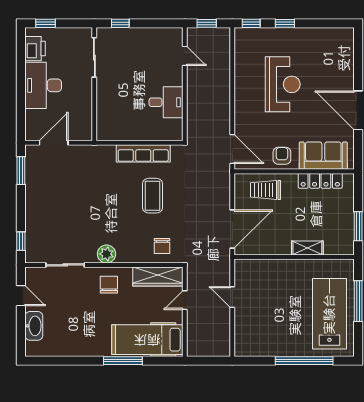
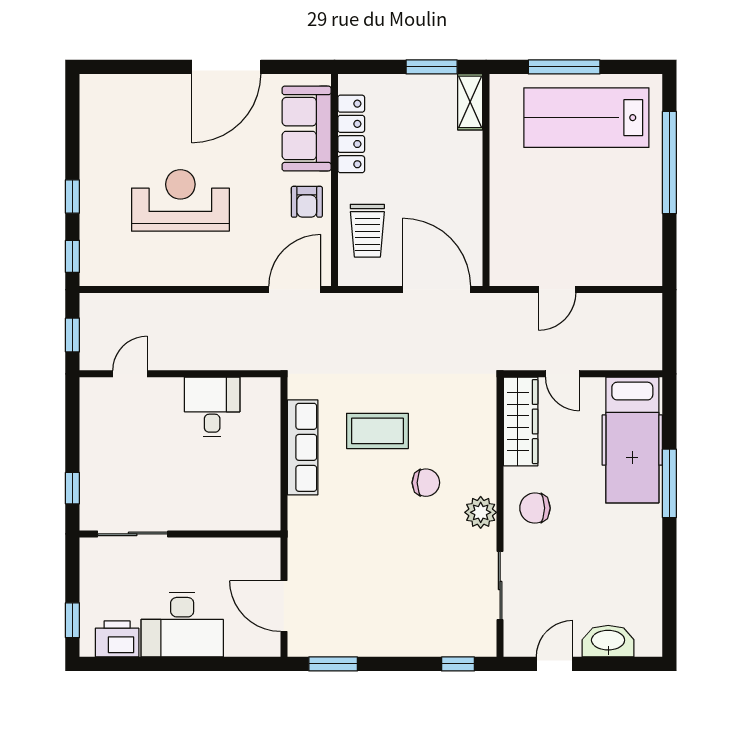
armchair: (282, 156) -> (307, 202), turned -90
chair: (162, 246) -> (426, 483), moved
shelving: (307, 248) -> (470, 102), moved

